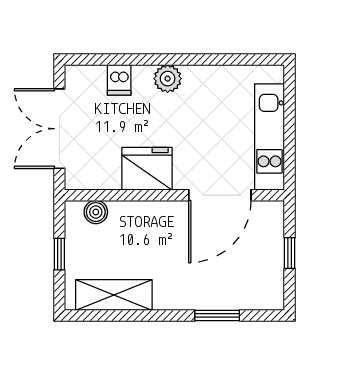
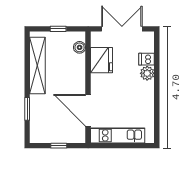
plant: (168, 79) -> (147, 73), moved
fridge: (147, 169) -> (101, 60), moved
shelving: (114, 295) -> (37, 66), width x1.47

